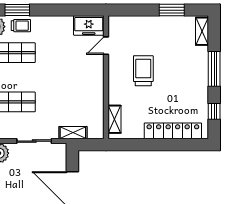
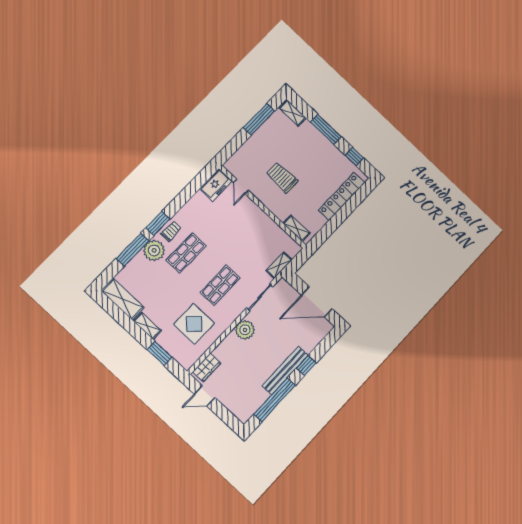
window: (172, 10) -> (259, 119), width x1.44

